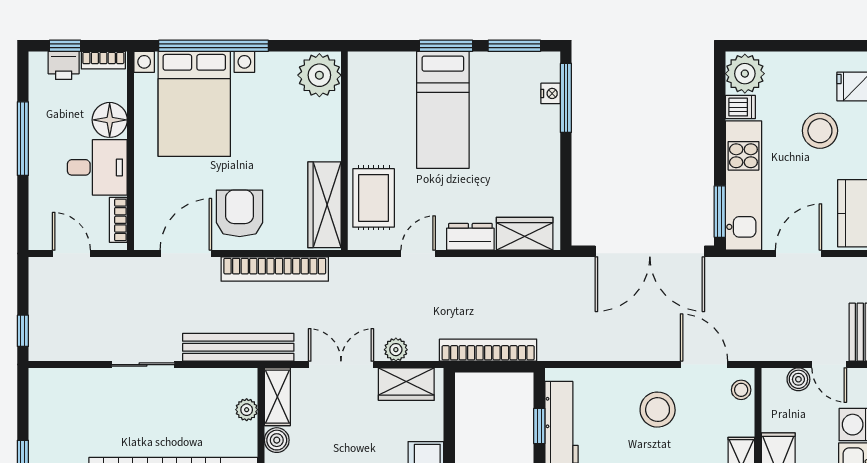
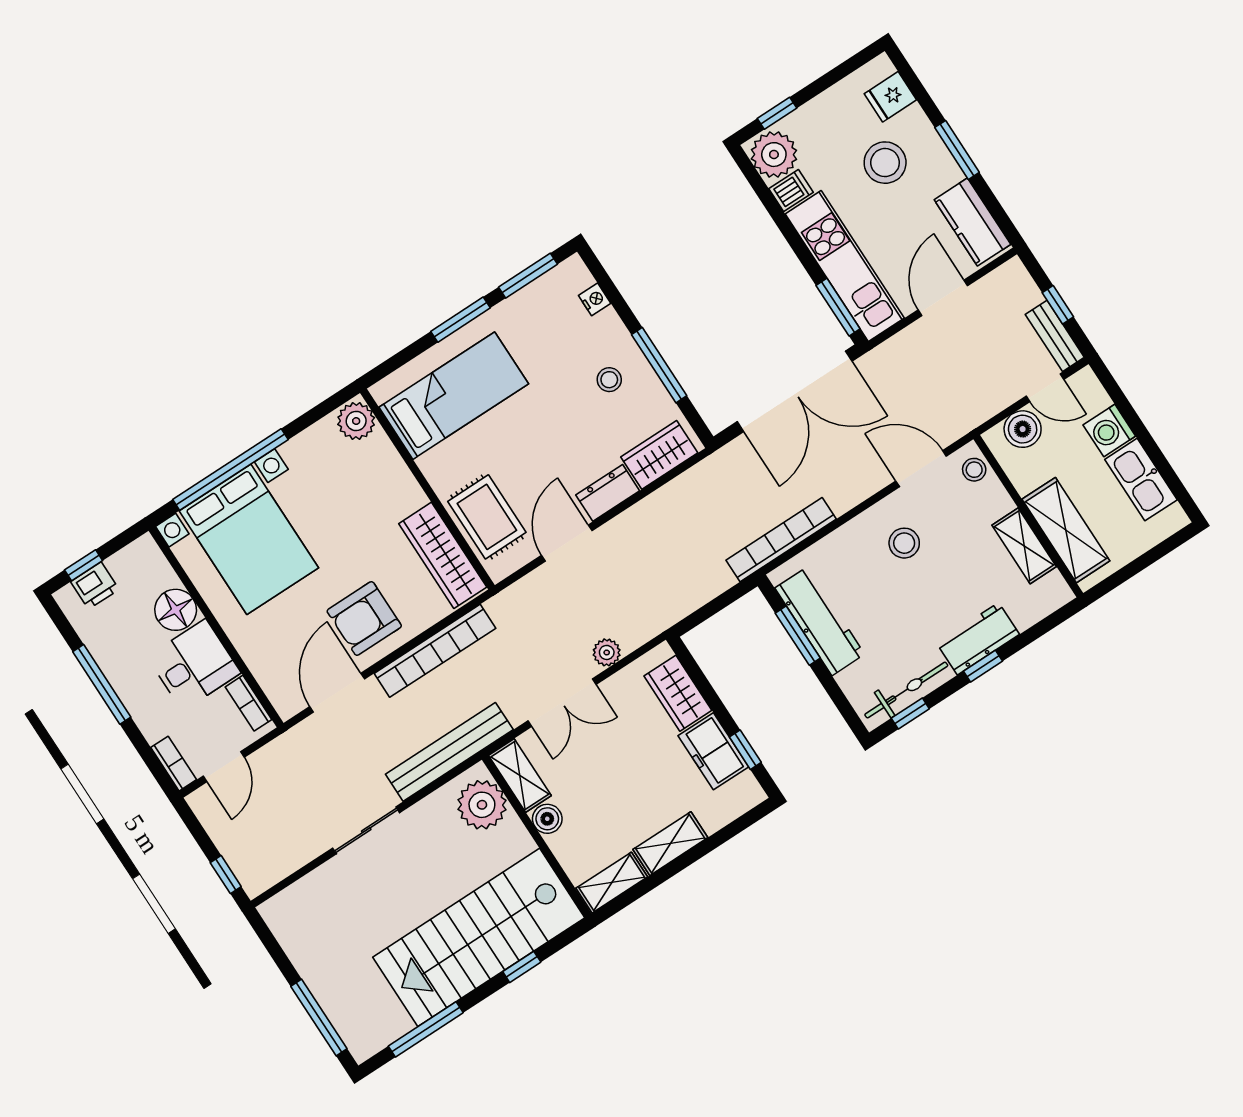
window: (766, 46) -> (777, 113), added
bookcase: (103, 60) -> (174, 764), moved, turned -90
plant: (319, 75) -> (356, 421), width x0.73, depth x0.73
window: (566, 98) -> (659, 365), moved
bed: (443, 110) -> (454, 396), moved, turned -90
stool: (524, 157) -> (609, 380), added
armchair: (240, 213) -> (364, 619), turned -90
door: (71, 253) -> (224, 767), swing flipped
door: (418, 253) -> (567, 543), width x1.38
bookcase: (488, 350) -> (781, 540), moved
double door: (341, 365) -> (562, 703), swing flipped
boiler: (798, 379) -> (1023, 429), width x1.36, depth x1.36
wardrobe: (406, 384) -> (678, 693), moved, turned 90
plant: (247, 410) -> (482, 805), width x1.88, depth x1.88
stool: (658, 410) -> (904, 543), width x0.73, depth x0.73
window: (539, 426) -> (798, 636), width x1.50

